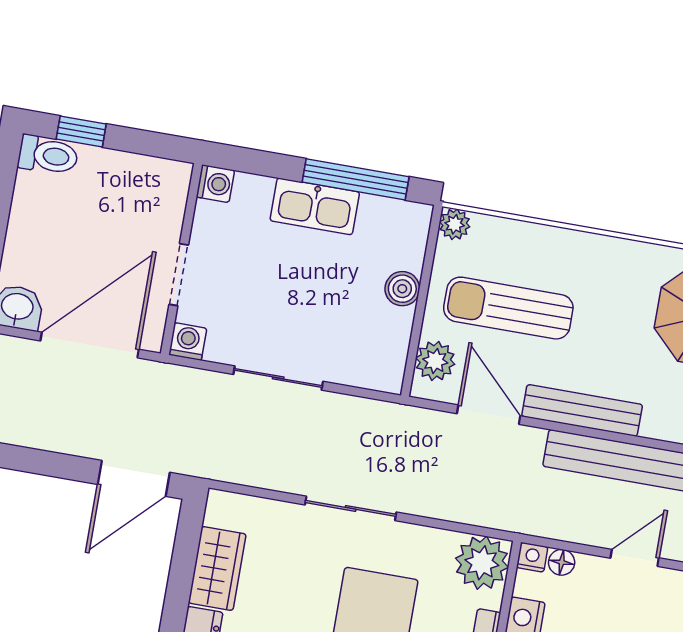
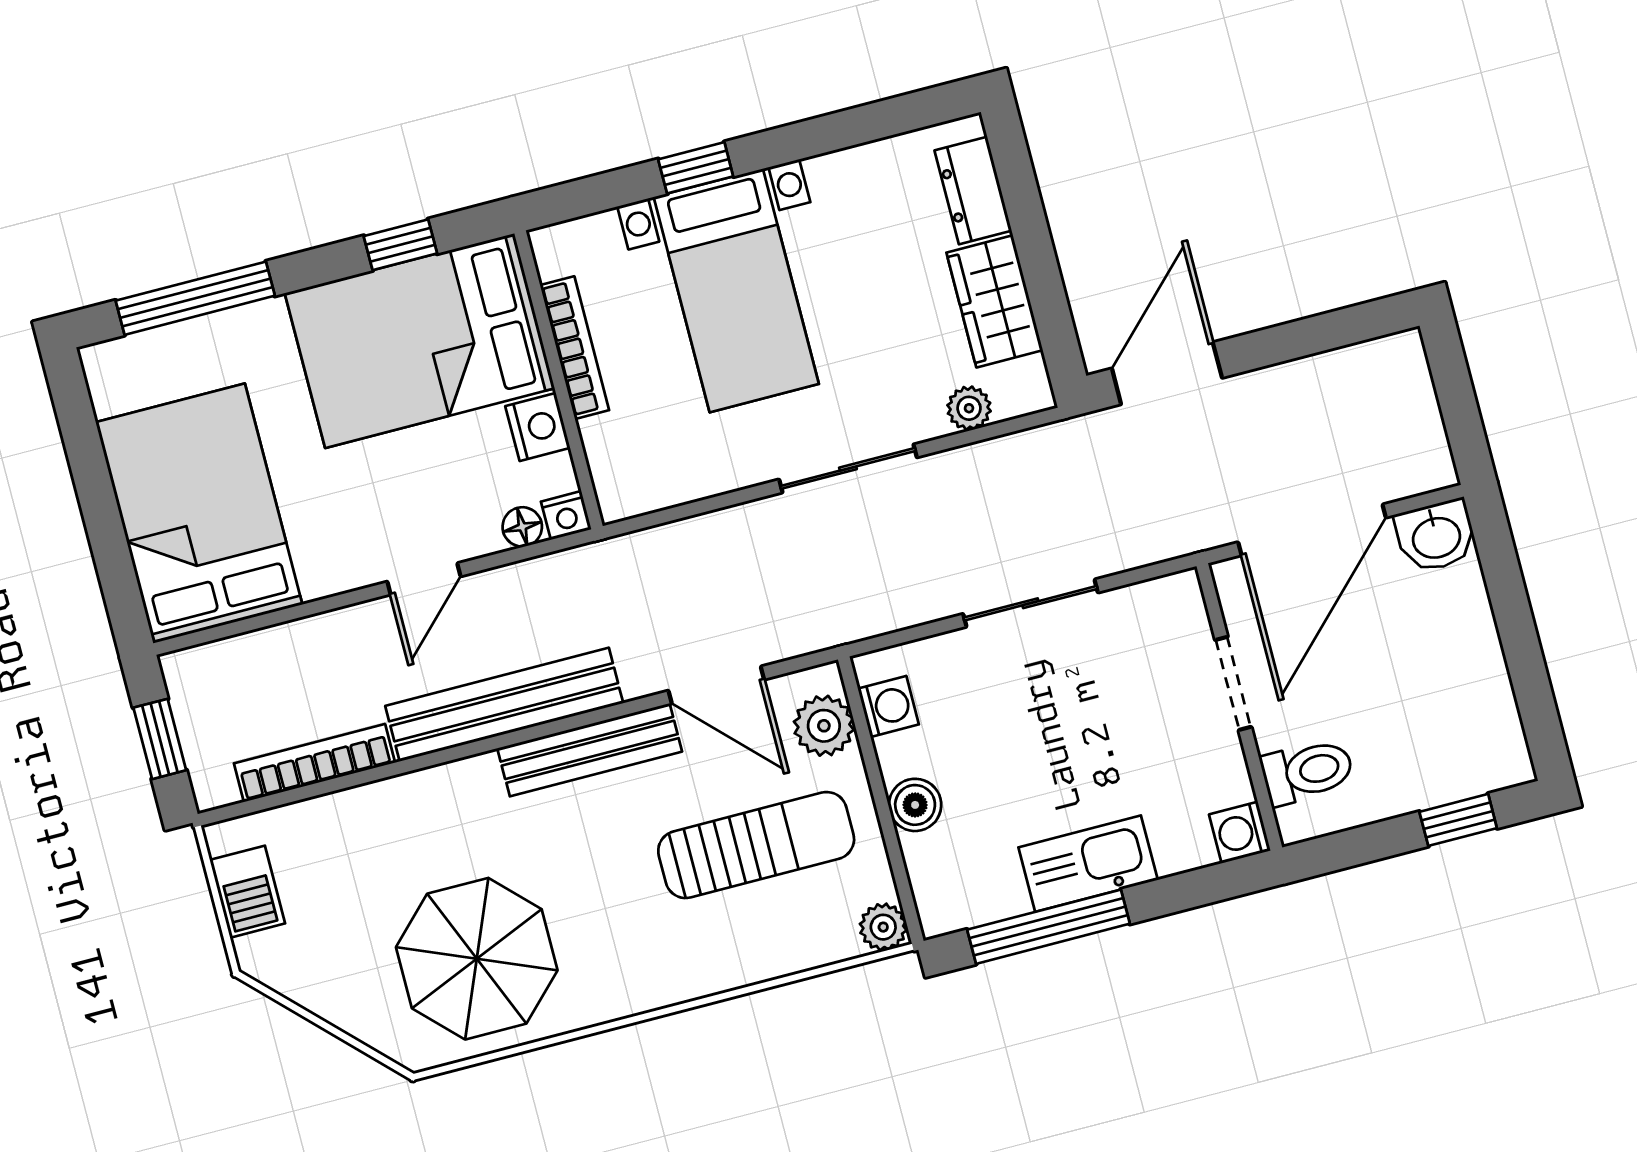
toilet: (48, 155) -> (1307, 772), moved, turned 180
washing machine: (188, 341) -> (888, 706), moved, turned -90
plant: (482, 563) -> (969, 408), moved, width x0.53, depth x0.53

